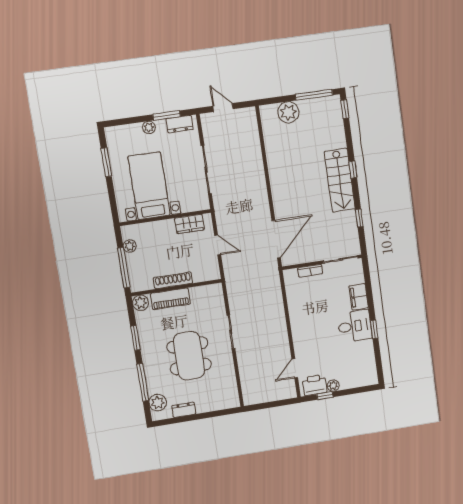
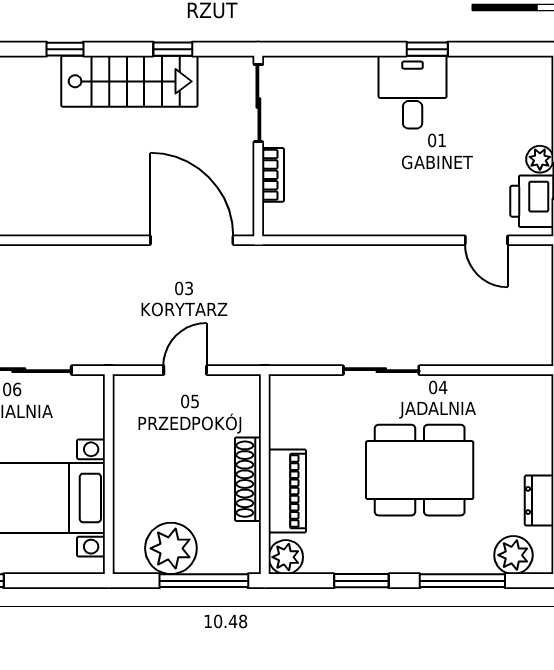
stairs: (340, 180) -> (129, 81), moved
wardrobe: (190, 224) -> (130, 424), removed
plant: (130, 246) -> (171, 548), width x1.87, depth x1.87
filing cabinet: (359, 297) -> (348, 74), removed

